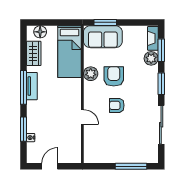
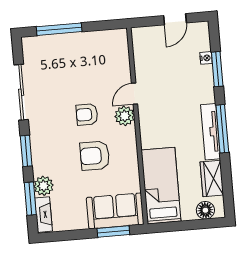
plant: (91, 74) -> (125, 116), moved
armchair: (114, 76) -> (95, 156), turned 90
tv unit: (32, 86) -> (210, 132), width x1.41
armchair: (117, 105) -> (87, 114), turned 180
door: (82, 117) -> (135, 94), hinge flipped

